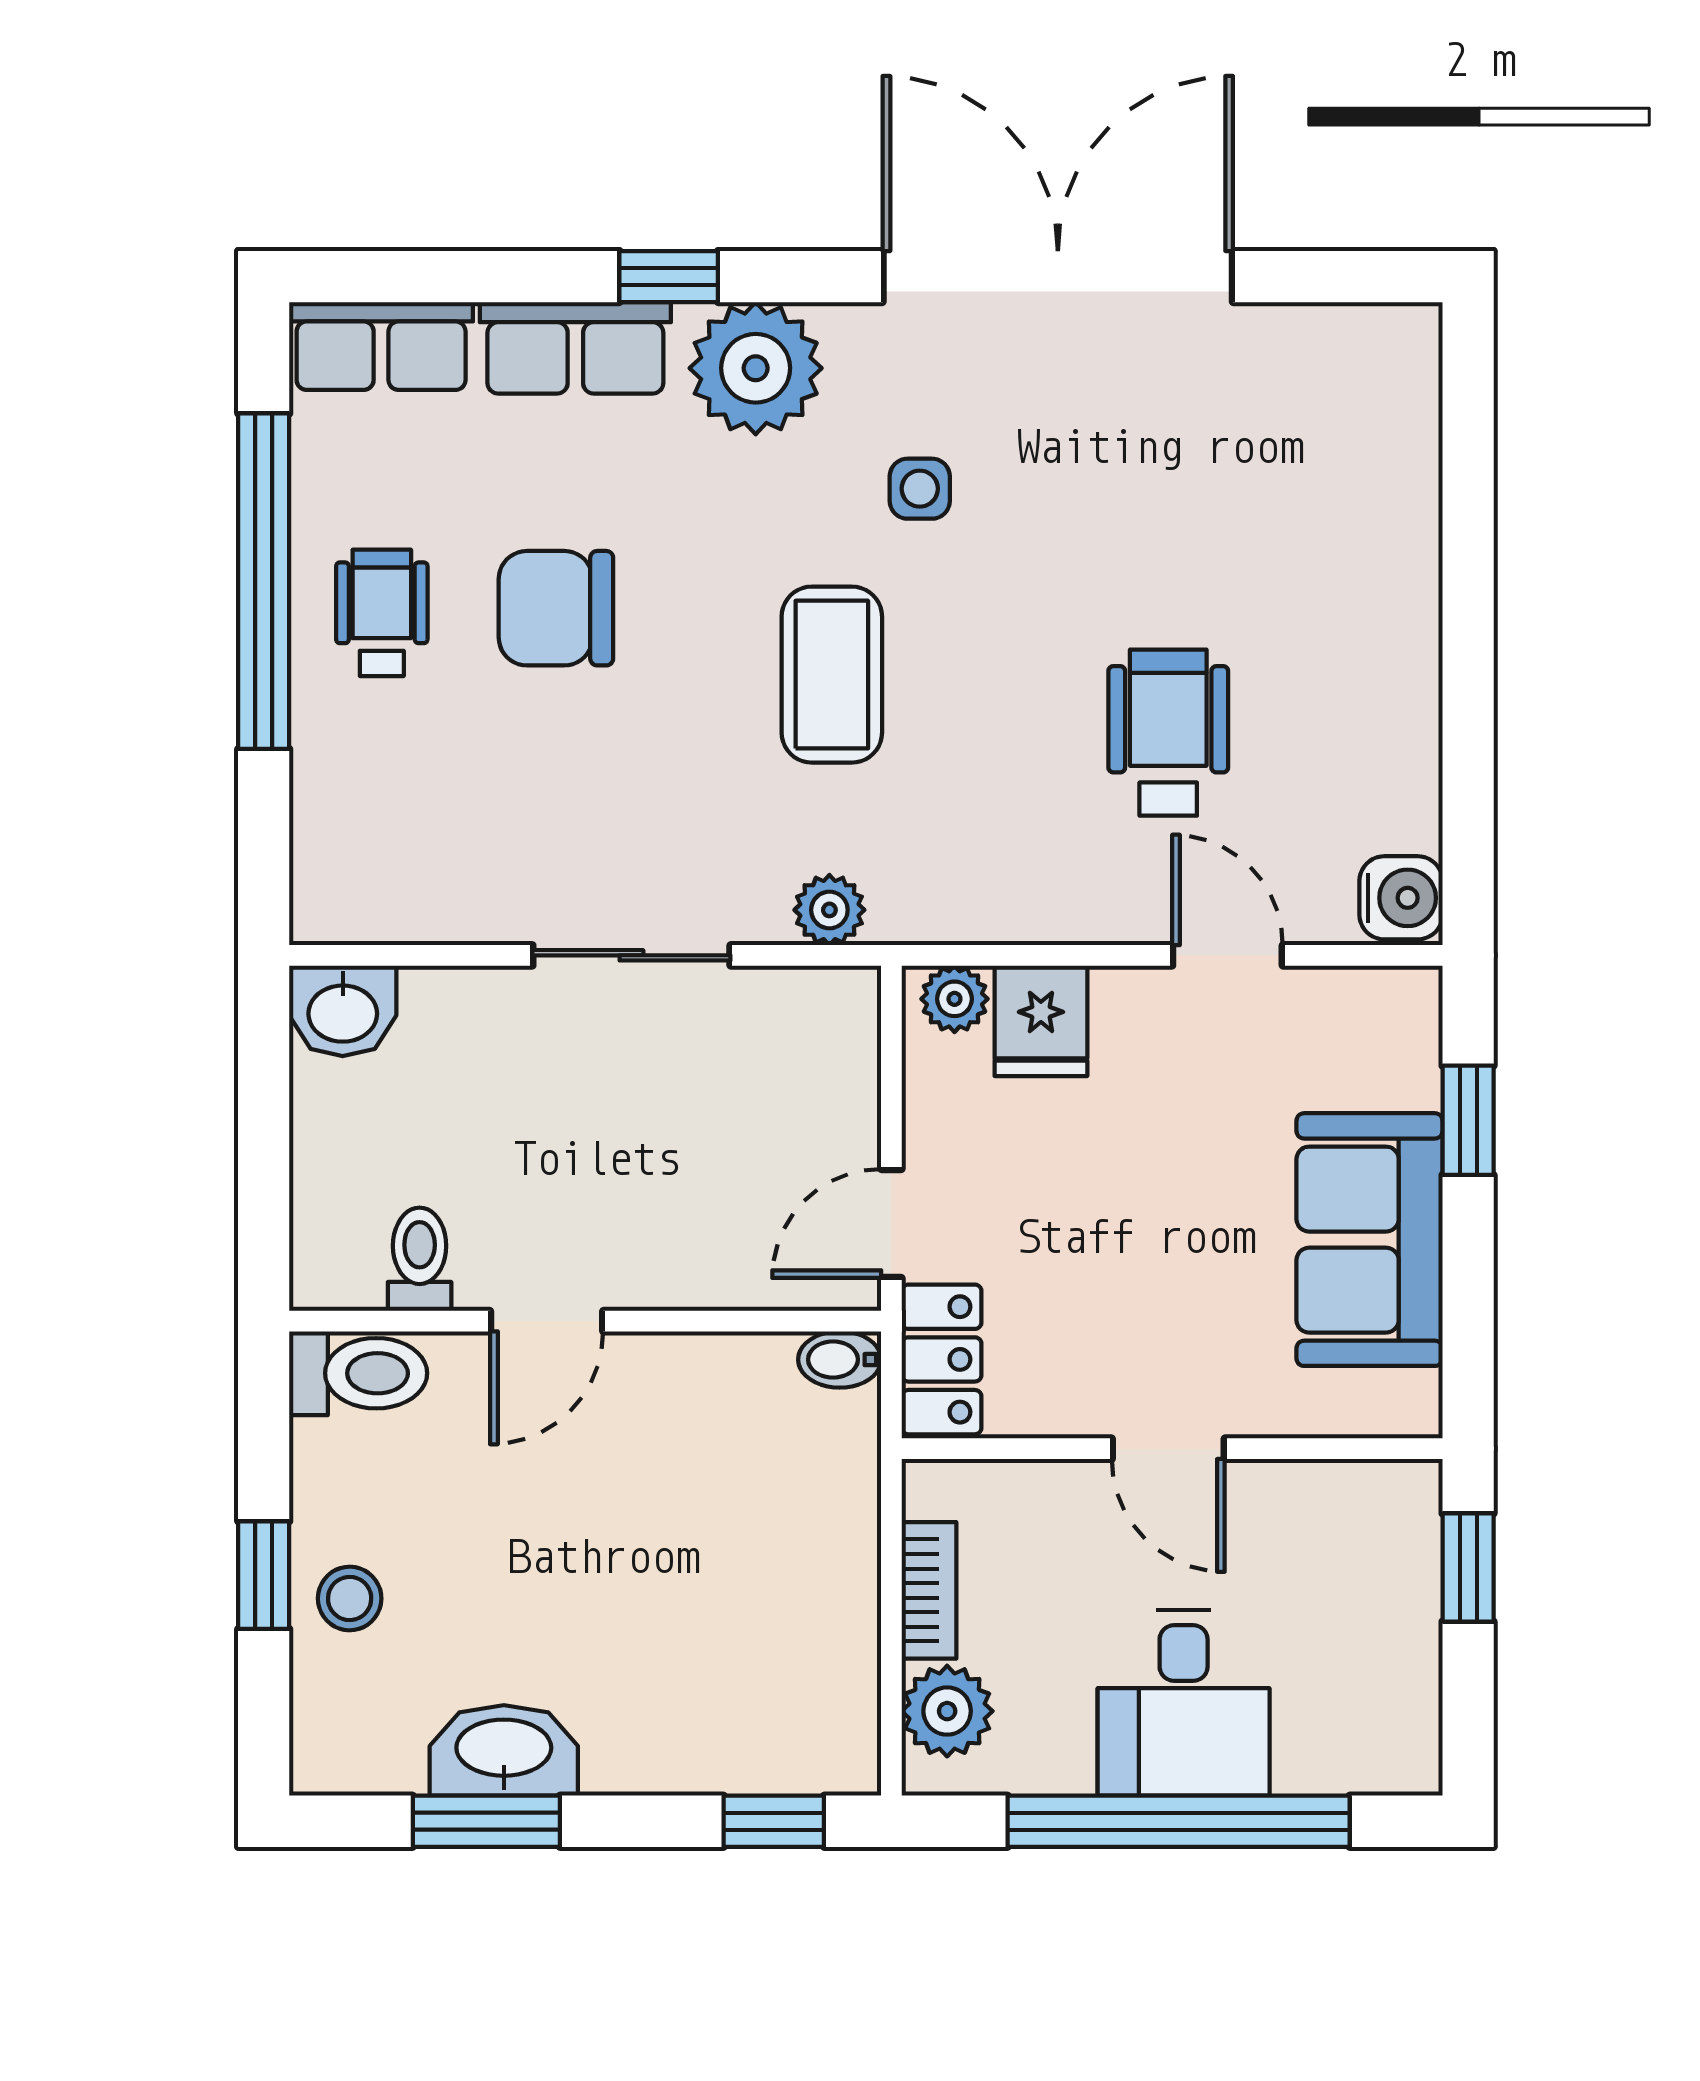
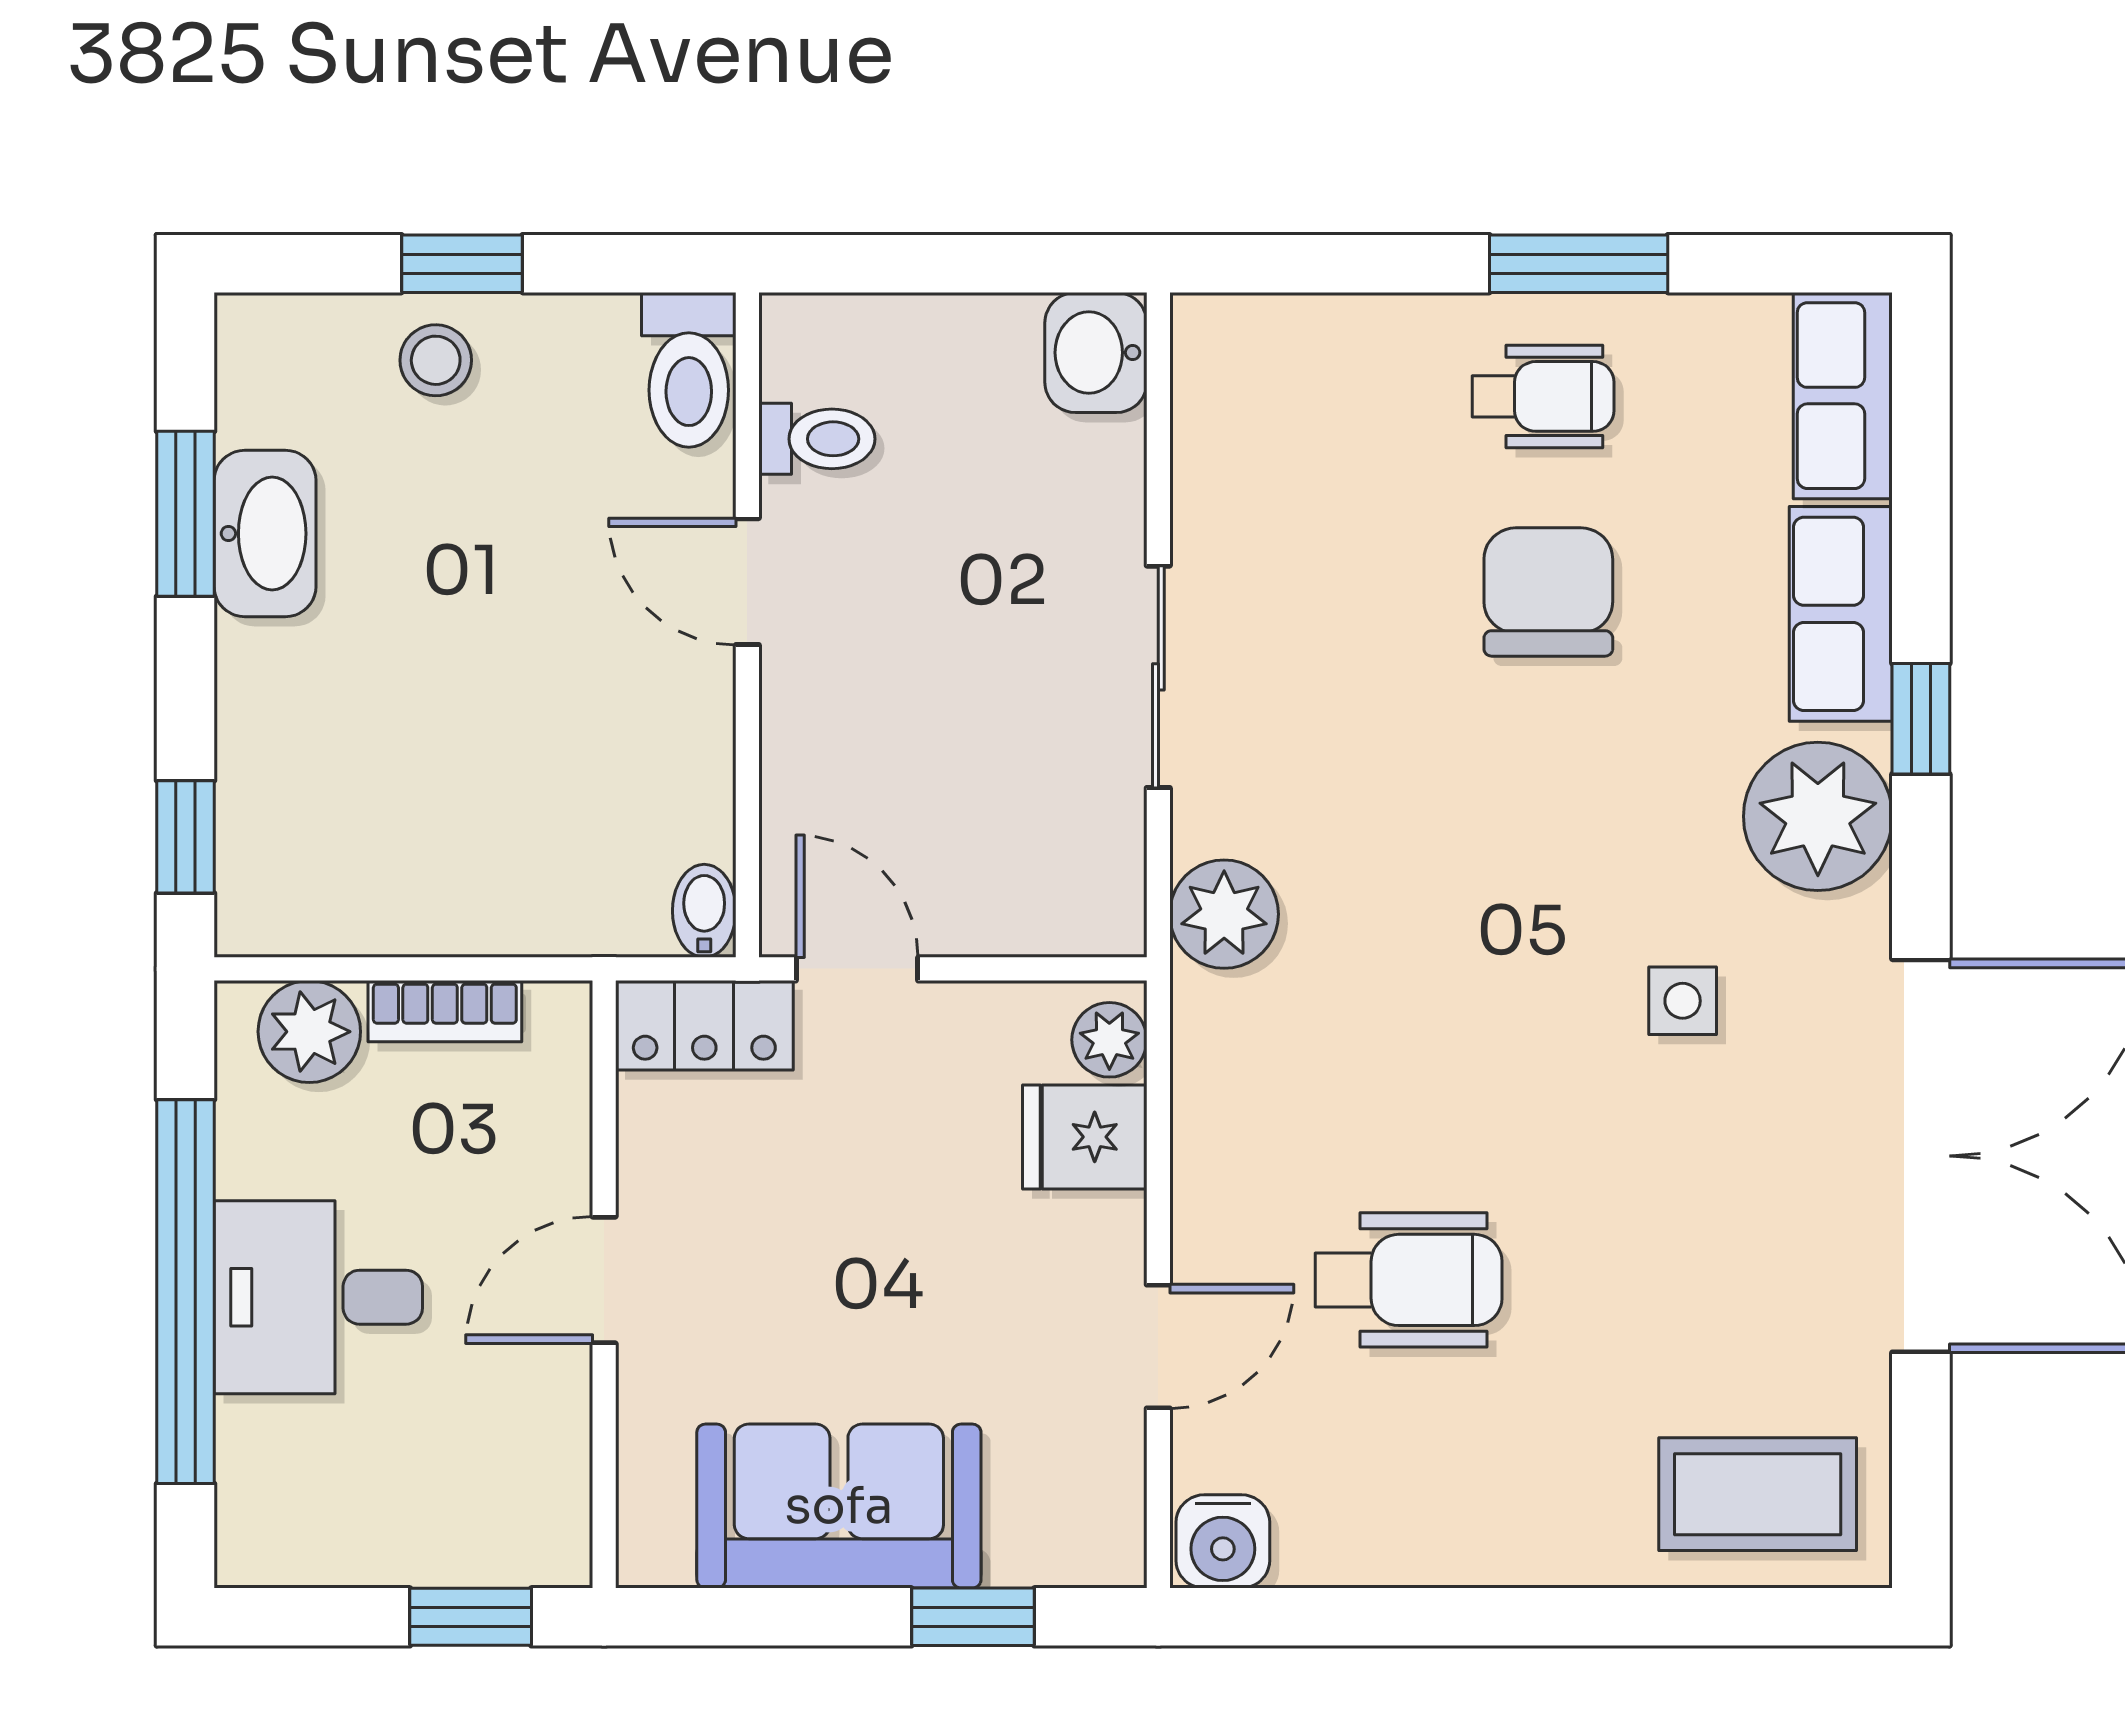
window: (264, 581) -> (1579, 264), width x0.47
coffee table: (832, 675) -> (1758, 1494), moved
plant: (829, 910) -> (1224, 914), width x1.38, depth x1.38

